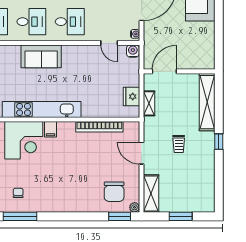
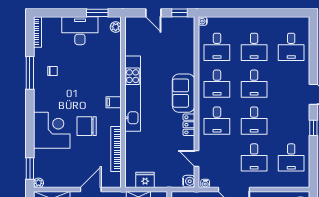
door: (109, 43) -> (197, 159), hinge flipped
locker: (74, 51) -> (189, 125), added
corner desk: (24, 140) -> (52, 130), moved, turned 180
chair: (114, 192) -> (87, 126), moved

